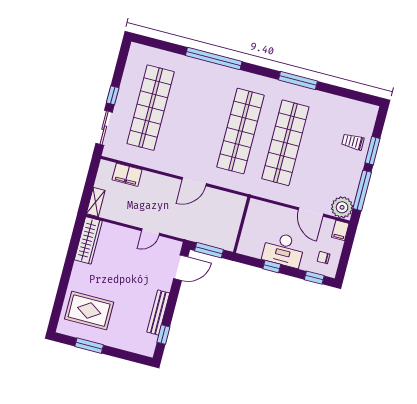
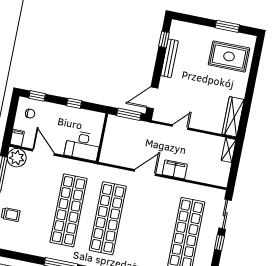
filing cabinet: (127, 175) -> (175, 169), moved
desk: (284, 250) -> (82, 146), moved, turned 180

